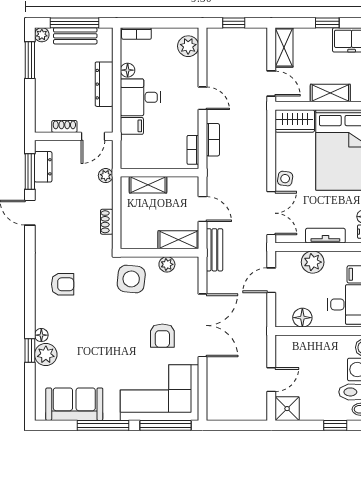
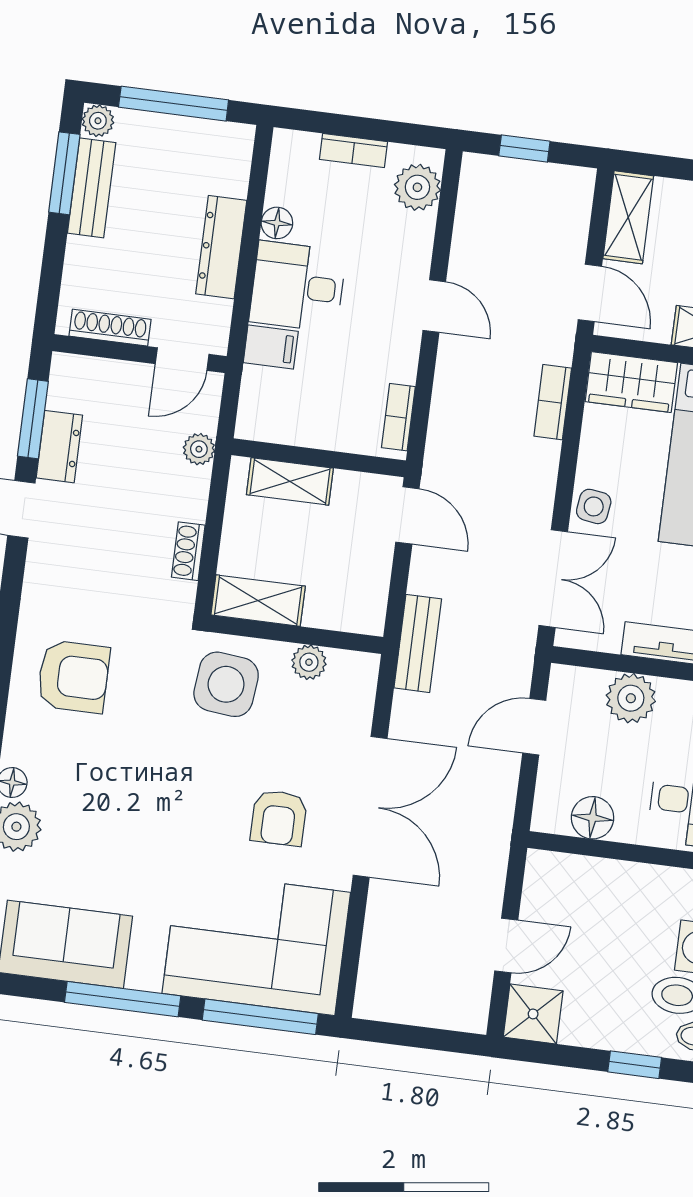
bookcase: (136, 33) -> (353, 151), moved
bench: (75, 36) -> (92, 188), moved, turned 90
shoe rack: (64, 126) -> (110, 328), width x1.43
bookcase: (213, 140) -> (553, 402), moved, turned 180
dresser: (43, 167) -> (59, 447), moved
door: (202, 209) -> (407, 515), moved
shelving: (178, 240) -> (258, 601), moved
armchair: (63, 284) -> (73, 677), width x1.38, depth x1.38

